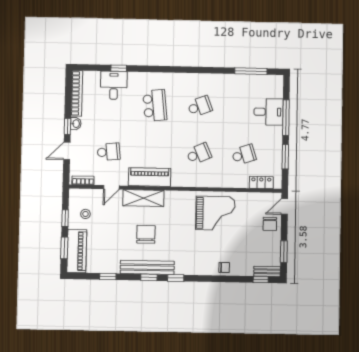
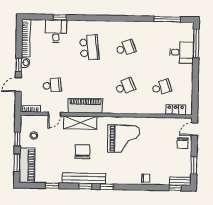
window: (286, 118) -> (196, 43), moved
window: (285, 157) -> (195, 89), removed
grand piano: (215, 213) -> (124, 139), moved

